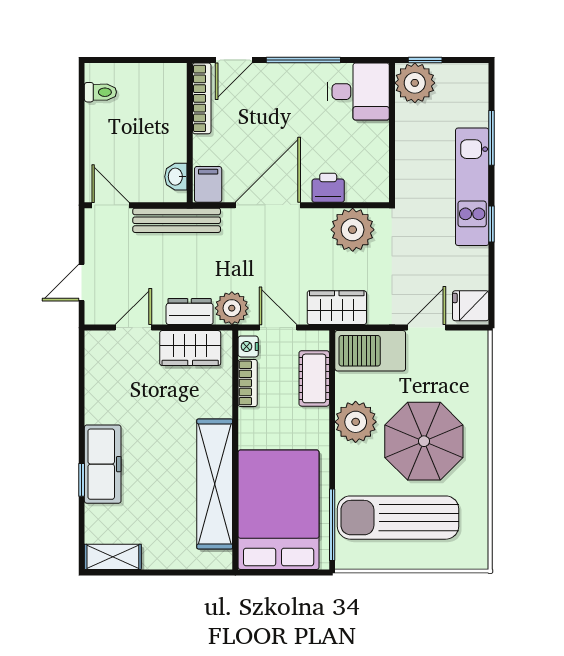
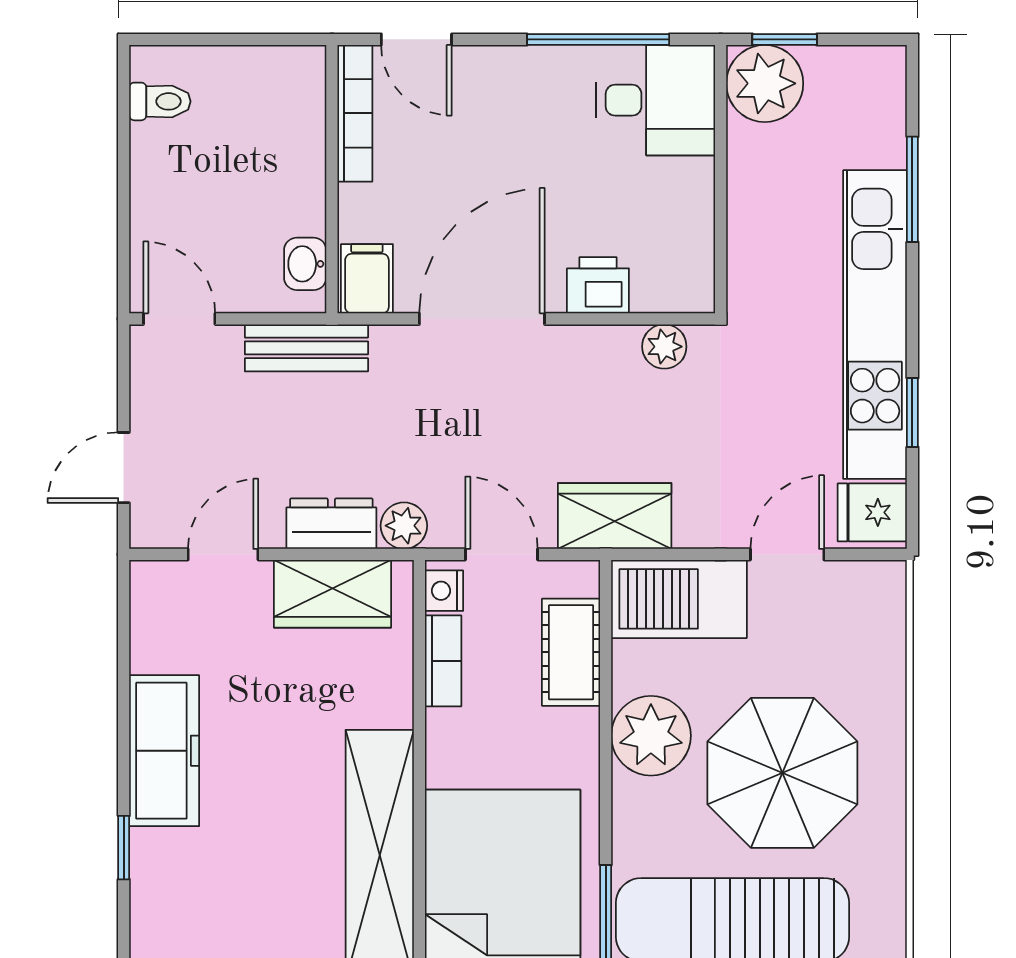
door: (234, 60) -> (416, 39), hinge flipped
window: (303, 60) -> (598, 39), moved
kitchen unit: (472, 187) -> (875, 325), width x1.36
bench: (177, 220) -> (306, 348), width x0.73
window: (492, 224) -> (912, 413), moved
plant: (353, 230) -> (664, 347), width x0.53, depth x0.53
plant: (232, 308) -> (404, 526), width x0.73, depth x0.73
freezer: (103, 464) -> (164, 751), moved

